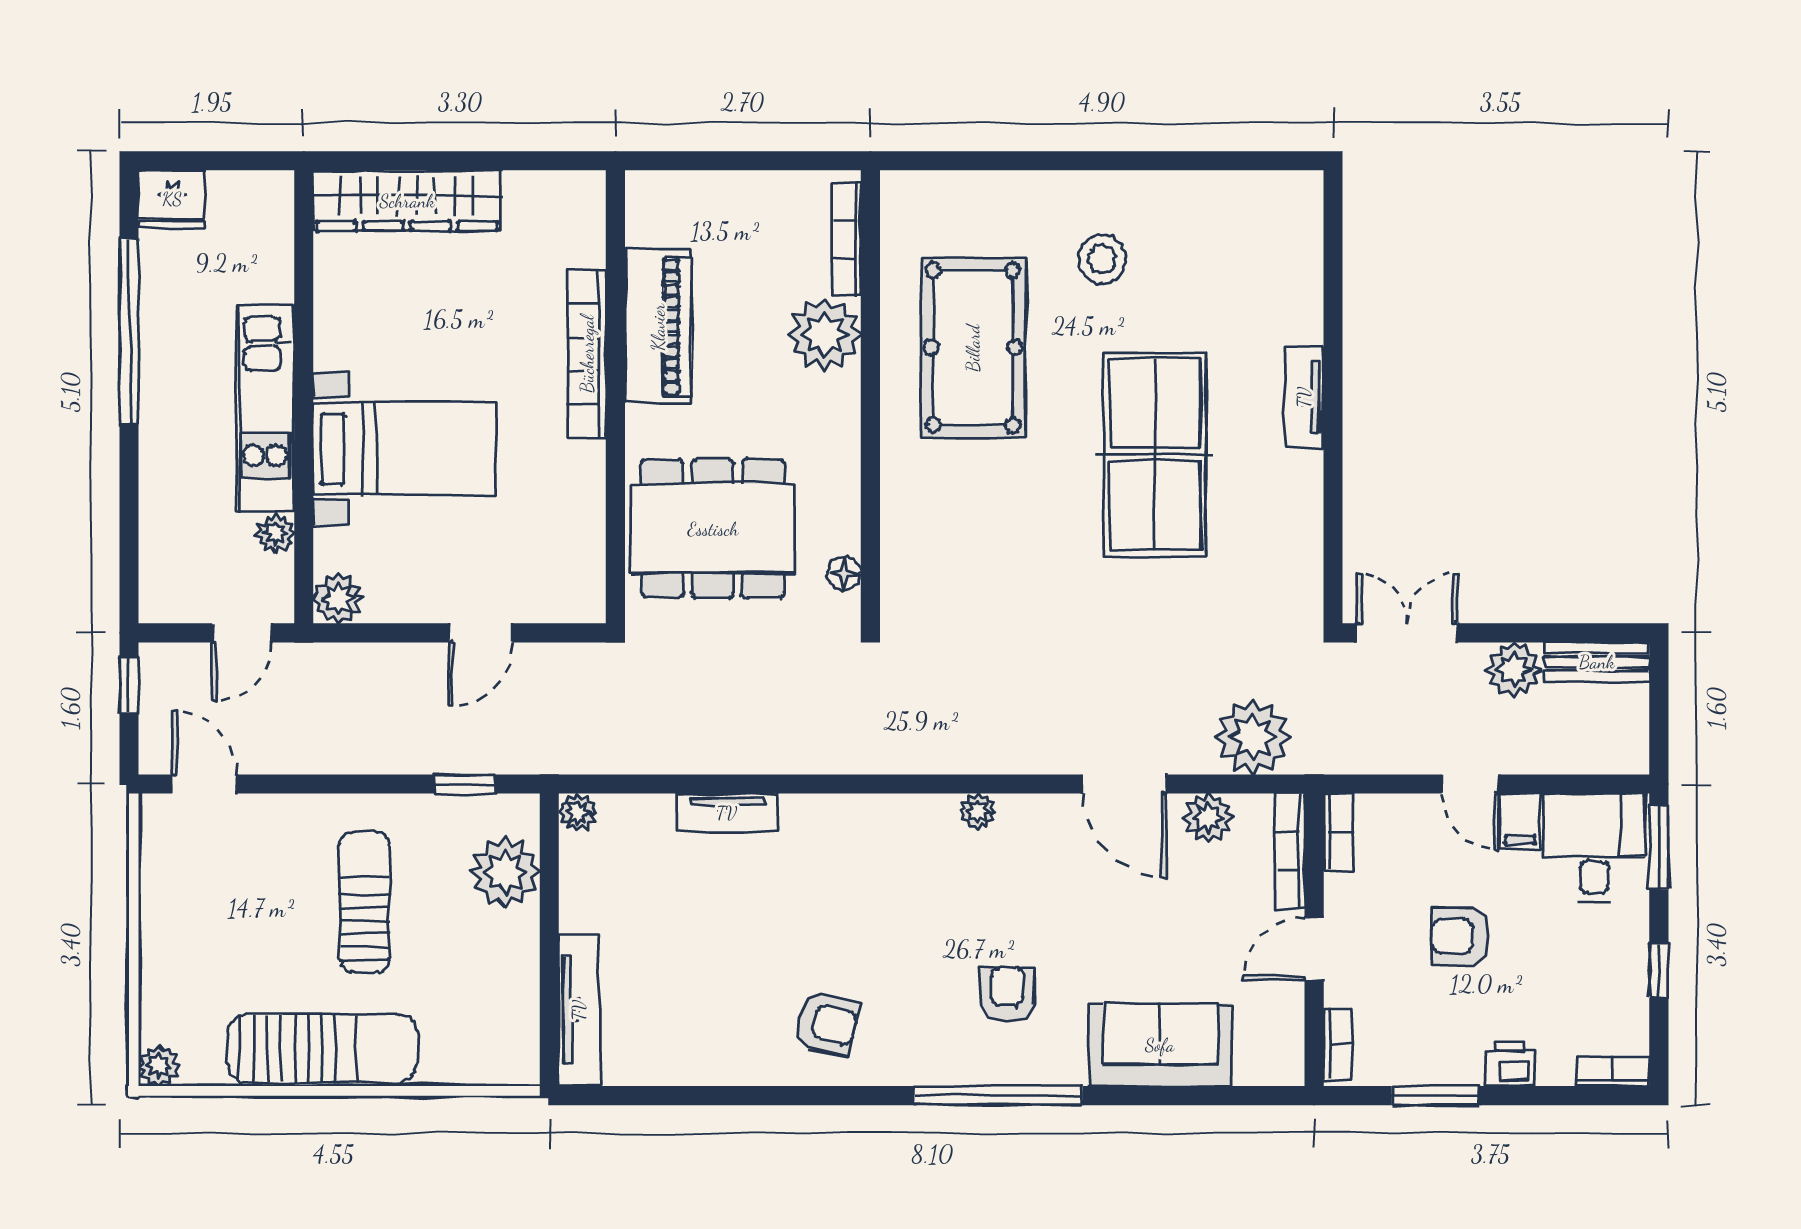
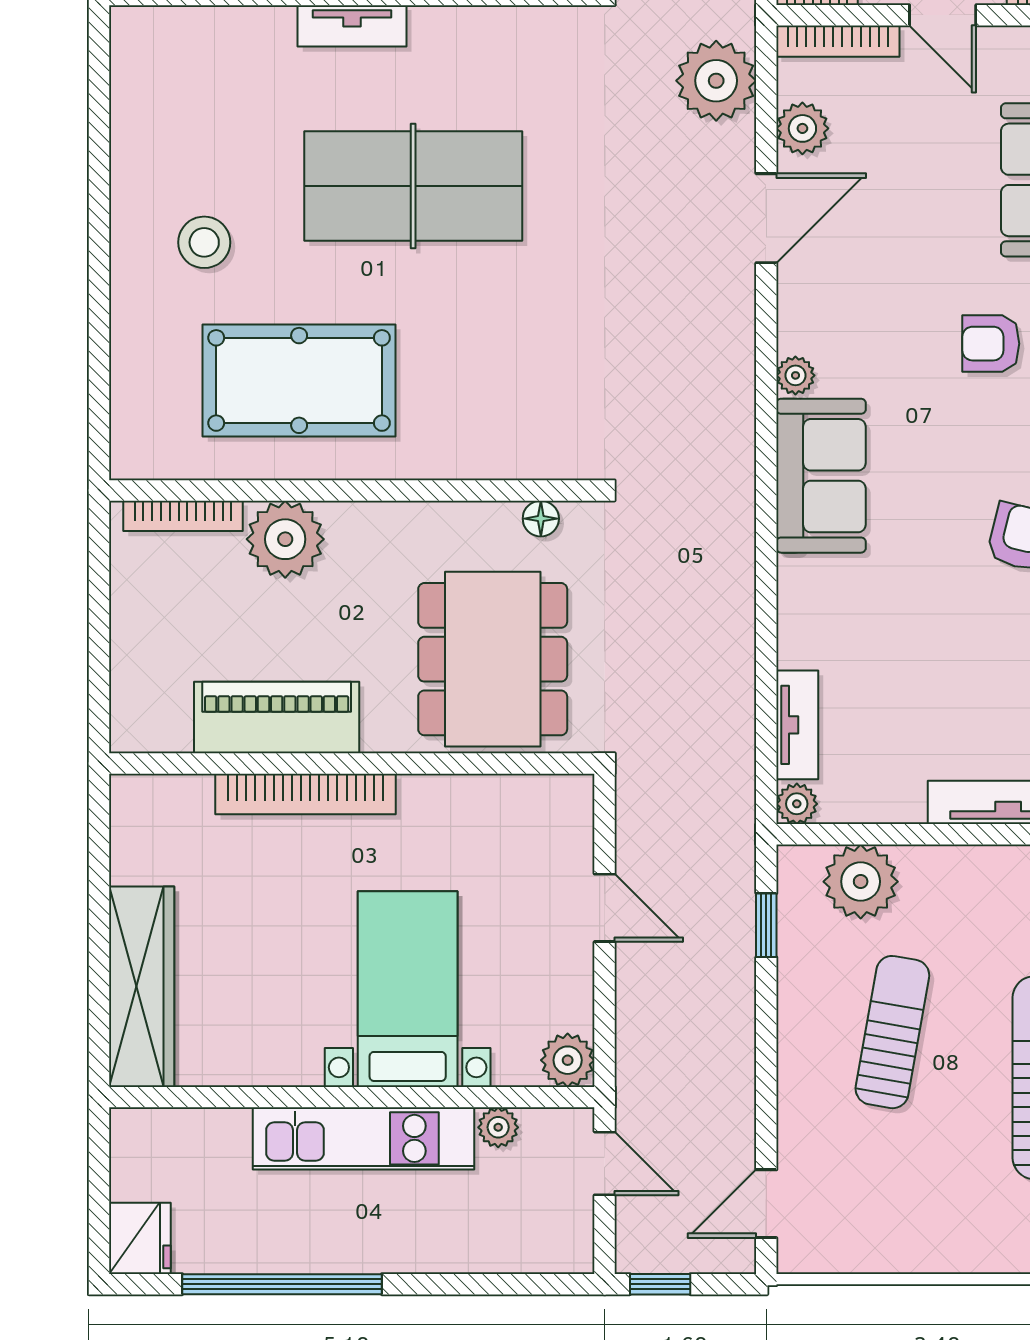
tv unit: (727, 813) -> (797, 725), moved
sofa: (884, 835) -> (821, 476), added
sun lounger: (364, 902) -> (892, 1032), turned 100

